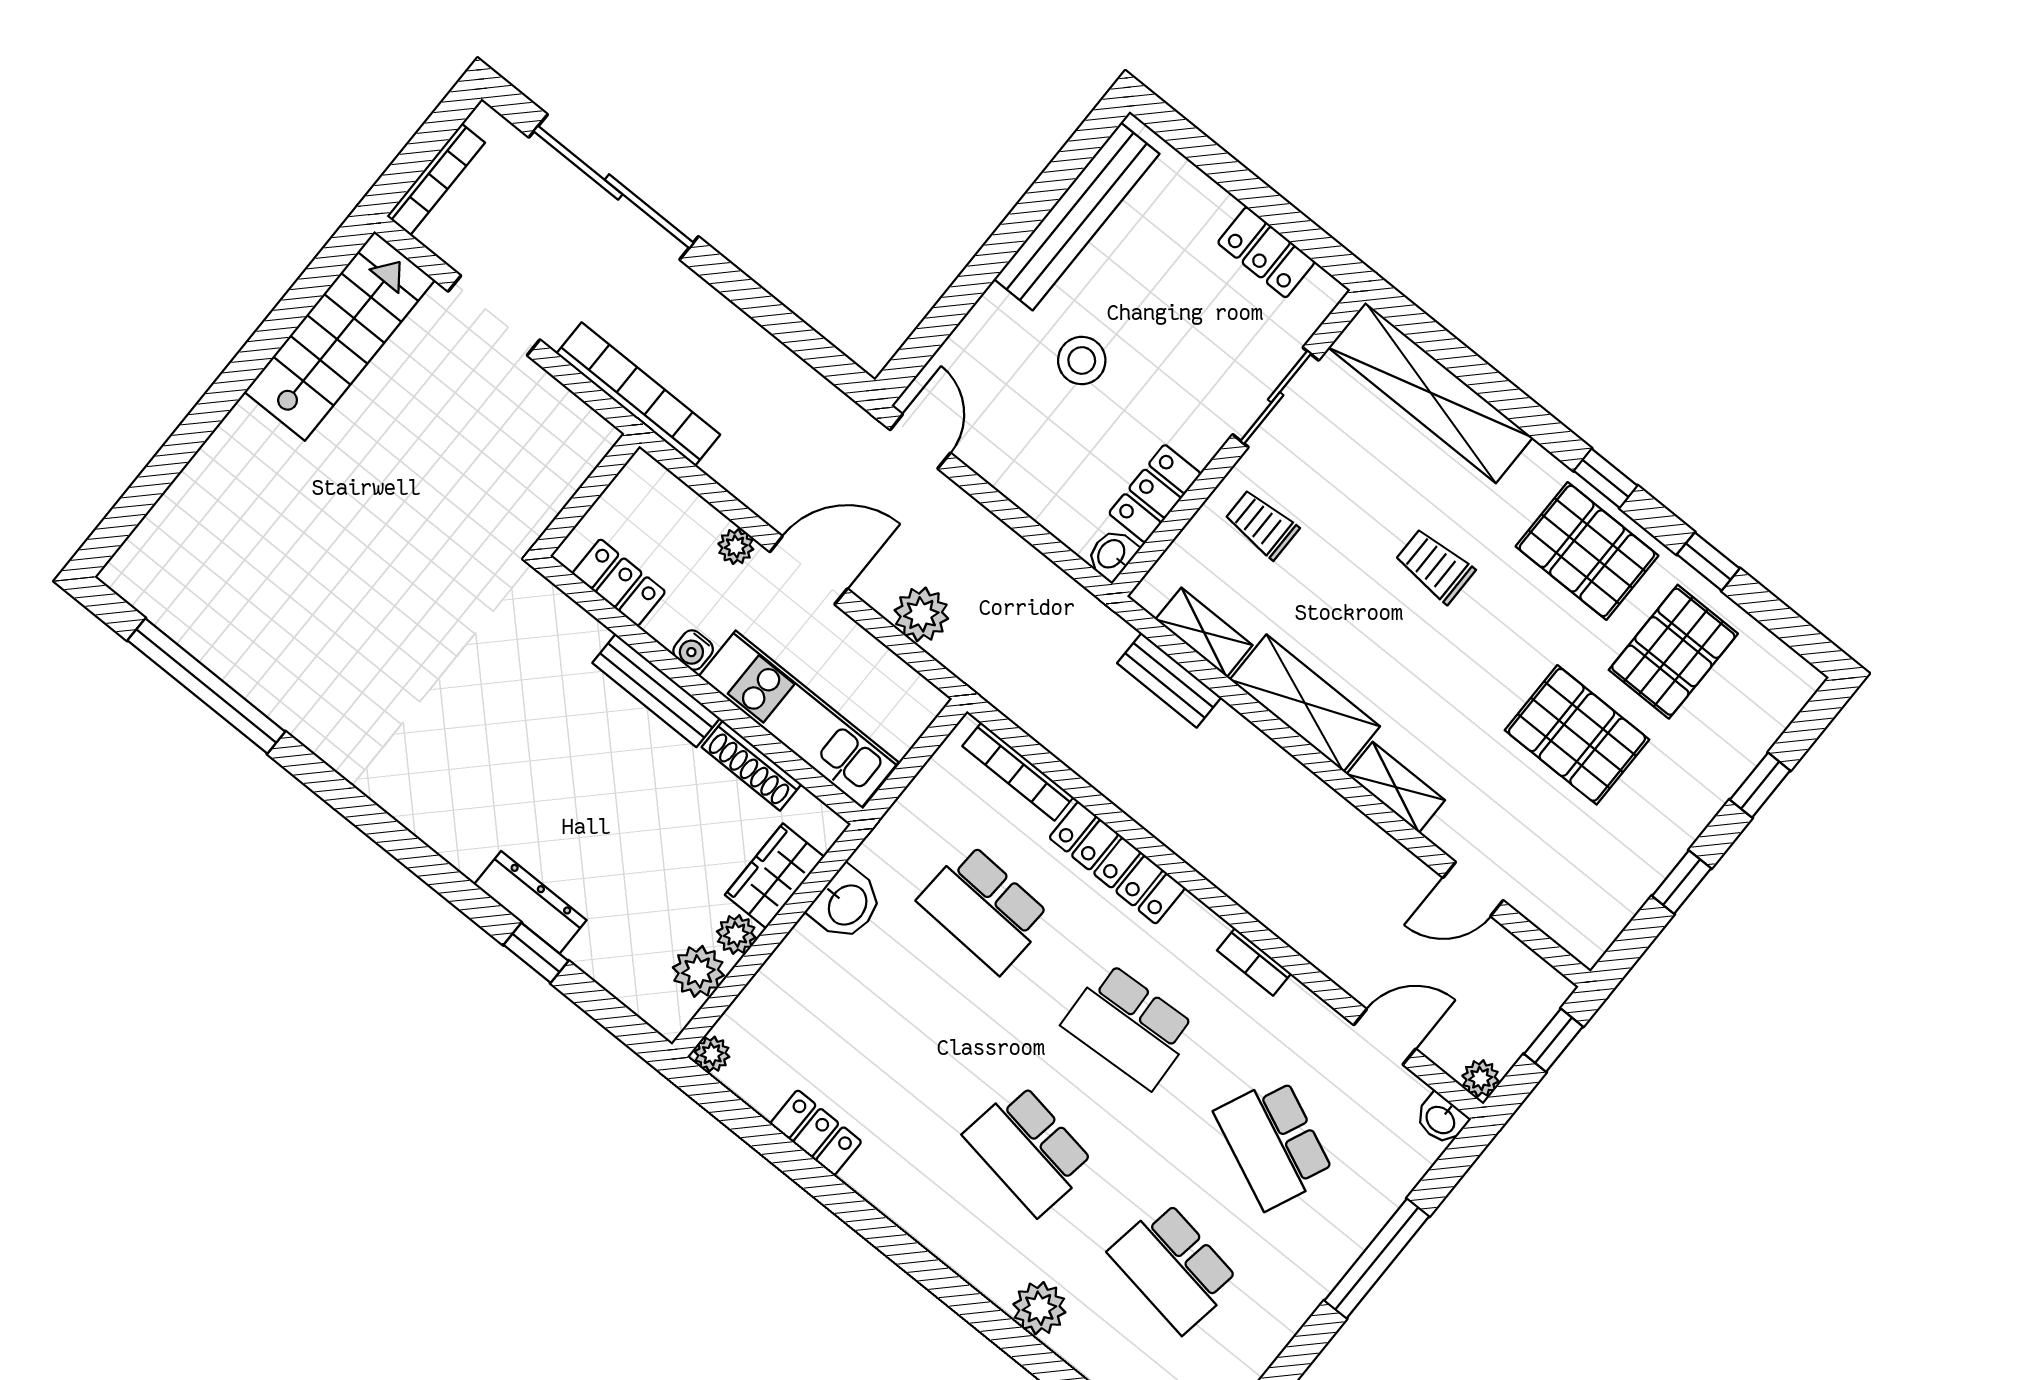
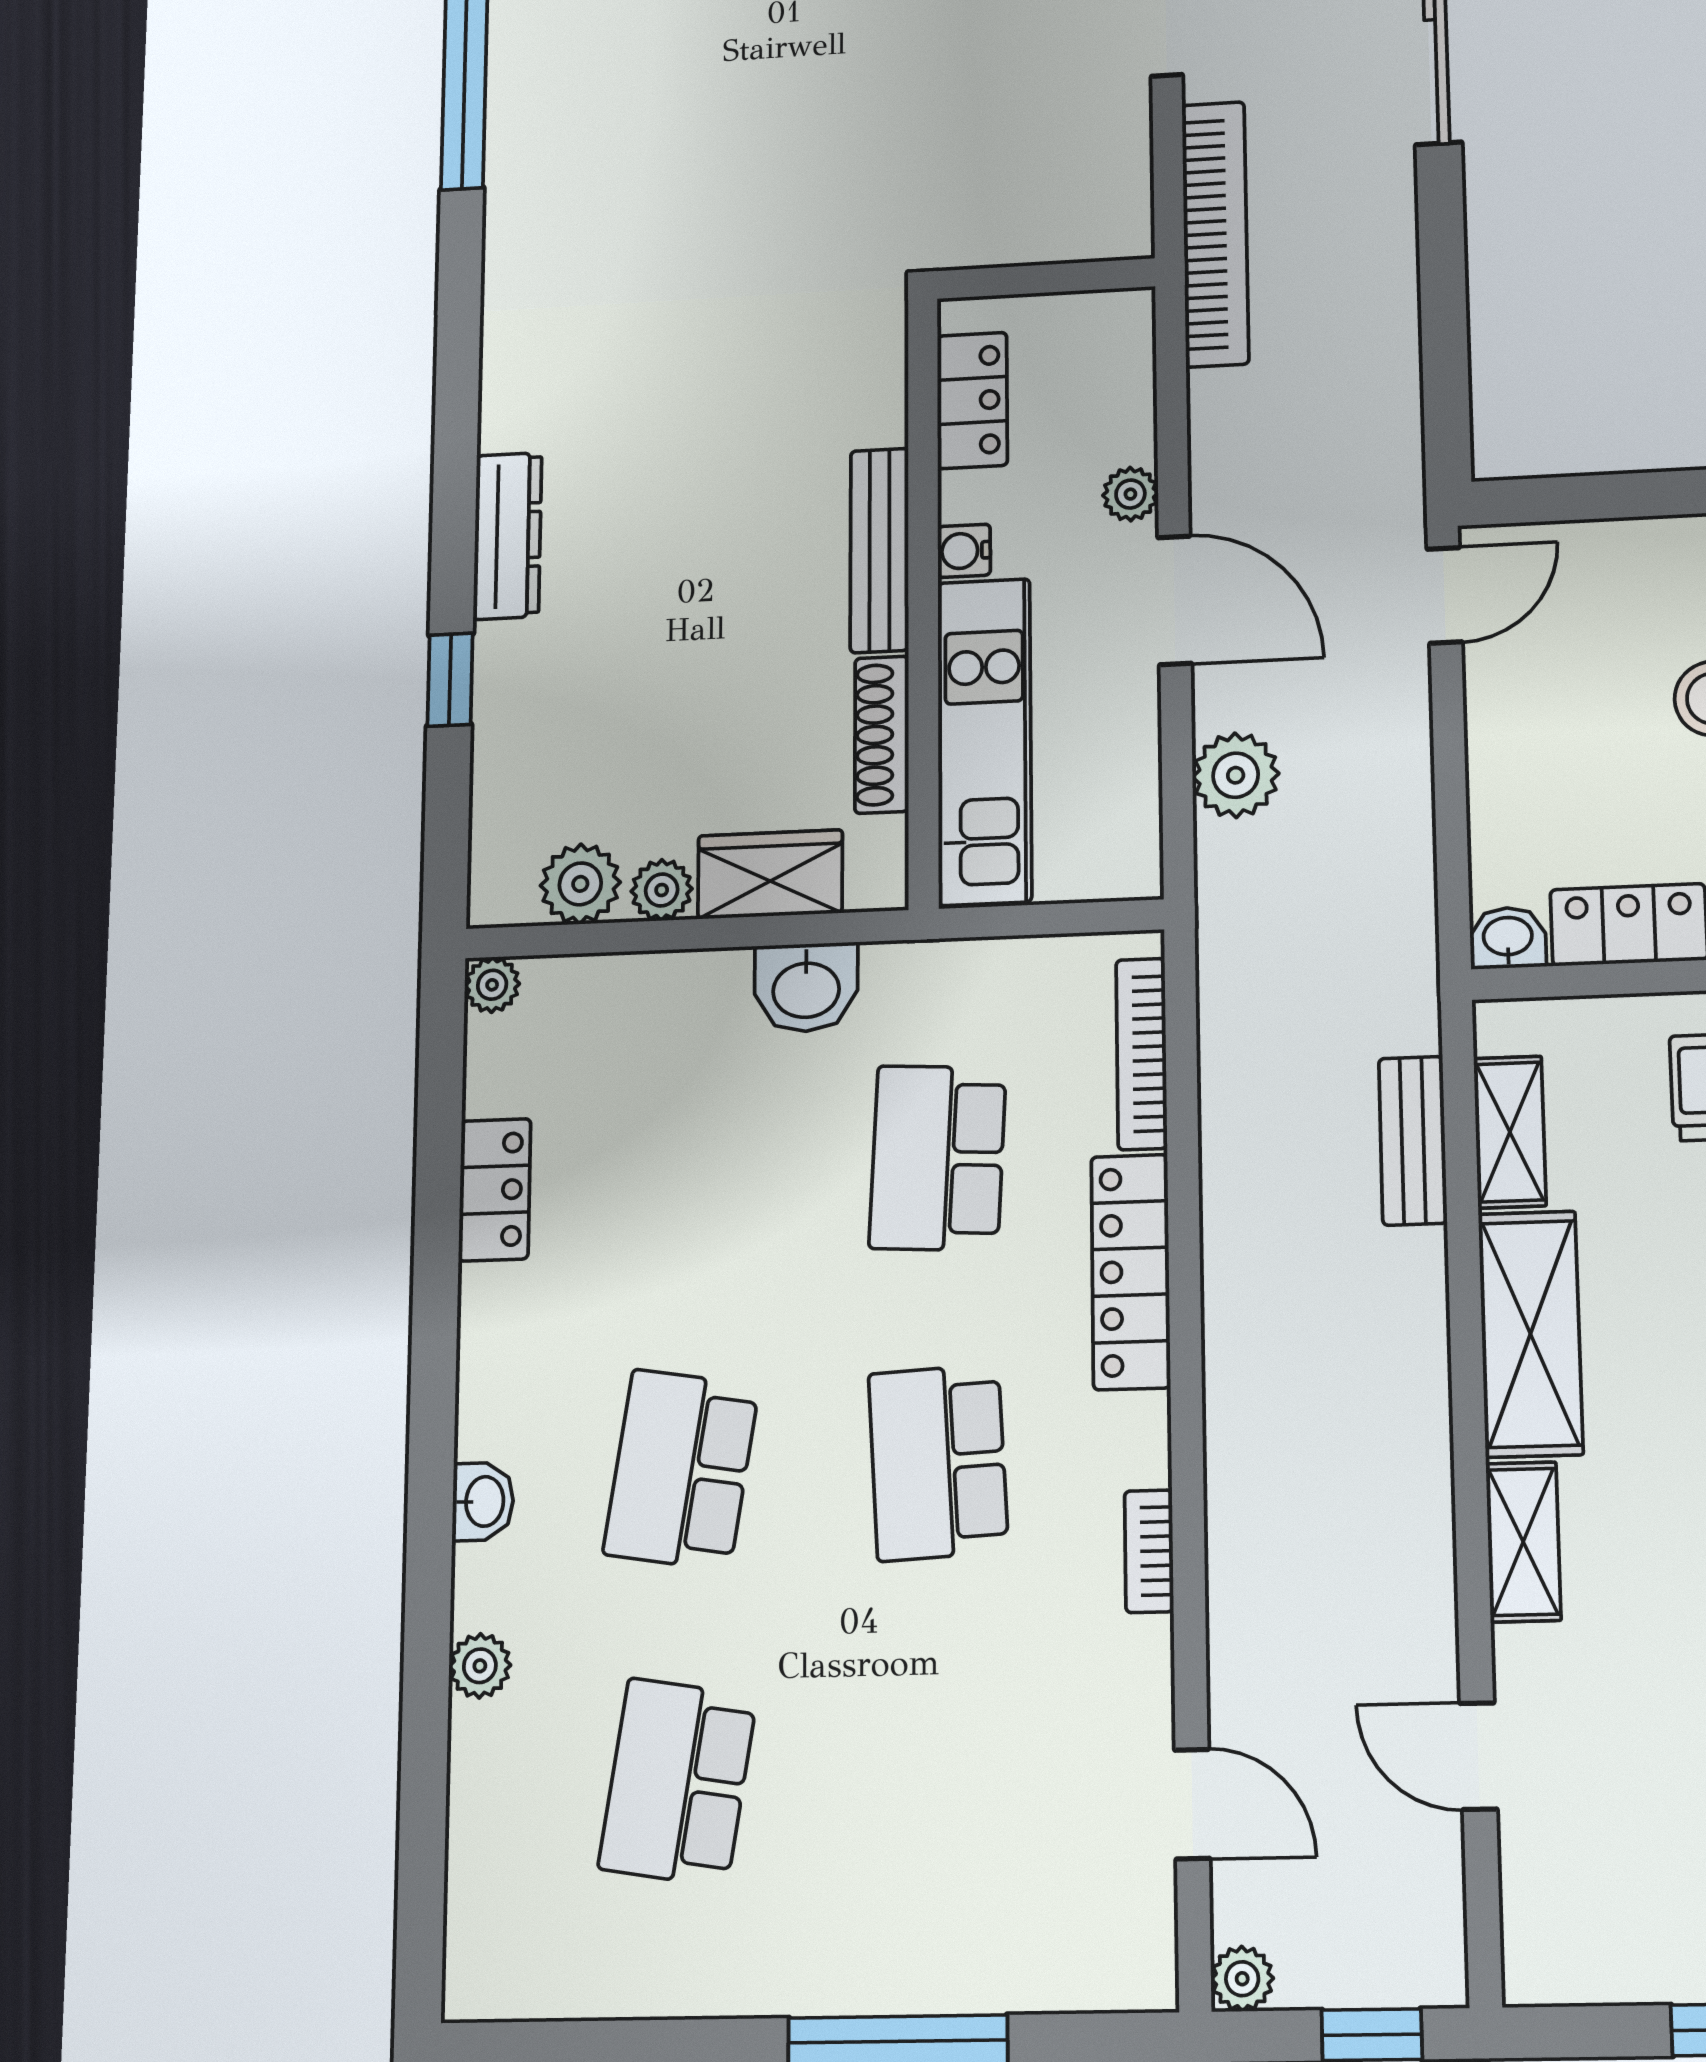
dresser: (530, 902) -> (507, 536), moved
washbasin: (1441, 1119) -> (483, 1502), moved, turned 180
school desk: (1274, 1143) -> (939, 1777), removed
plant: (1039, 1308) -> (480, 1666), width x0.73, depth x0.73

